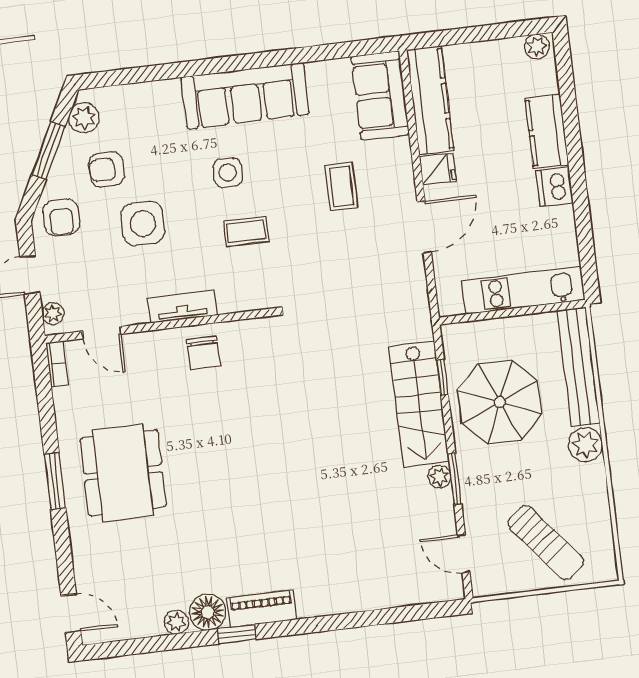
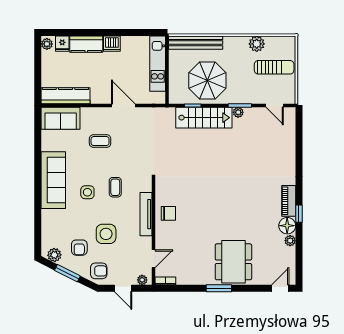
fridge: (438, 169) -> (62, 44), moved, turned 180
tv unit: (182, 306) -> (146, 214), width x1.41
plant: (585, 445) -> (257, 44), moved
dining table: (123, 473) -> (233, 262), moved, turned 90
sun lounger: (546, 542) -> (274, 67), turned 39
door: (464, 554) -> (275, 105), hinge flipped

